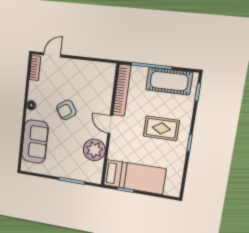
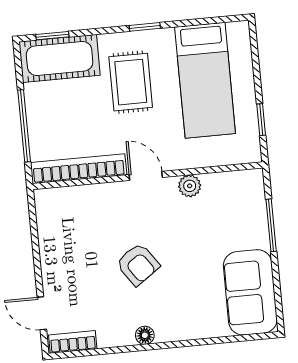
cot: (169, 81) -> (60, 58), moved, turned 90
door: (110, 125) -> (146, 176), swing flipped
sofa: (35, 142) -> (250, 292), moved, turned -90
plant: (94, 150) -> (190, 186), width x0.53, depth x0.53
bed: (134, 177) -> (205, 80), moved, turned 180

